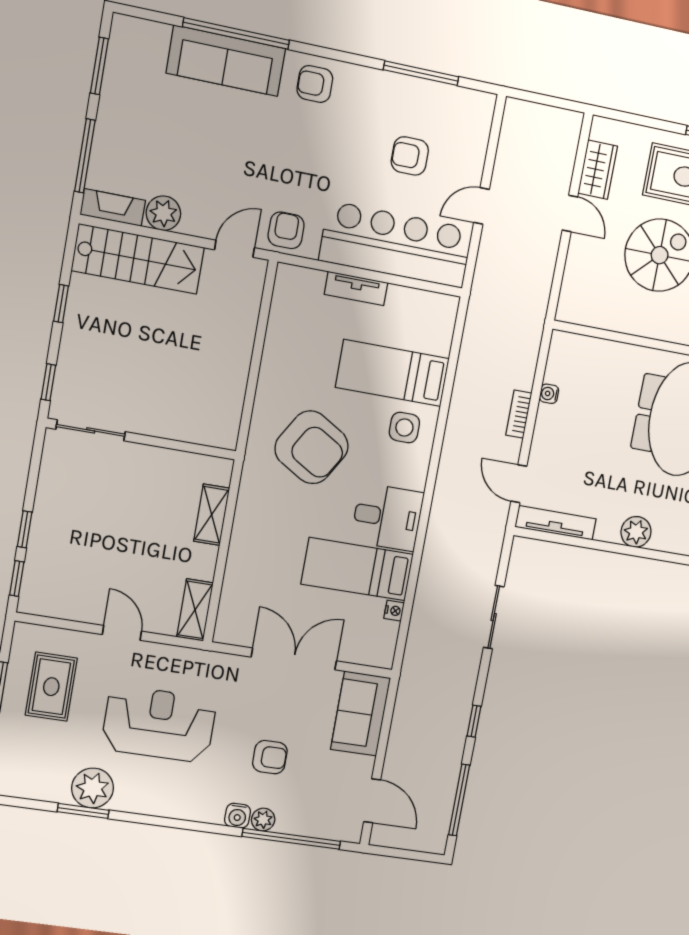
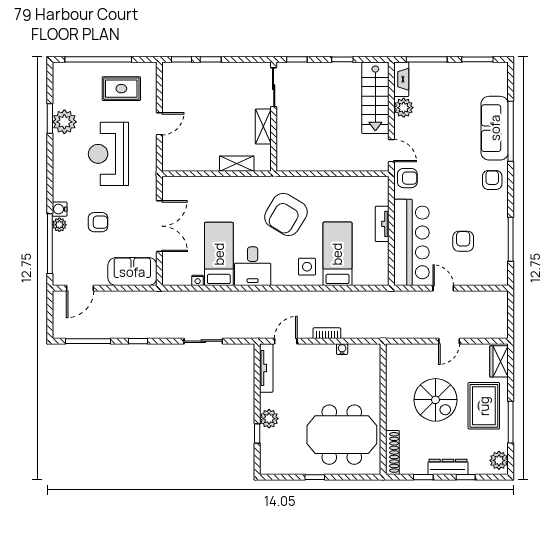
wardrobe: (598, 170) -> (499, 361), moved, turned 90
window: (656, 555) -> (257, 434), added
shelving: (195, 610) -> (263, 127), moved, turned 90
reception desk: (159, 724) -> (108, 154), turned 180
armchair: (270, 757) -> (98, 222), turned -90

